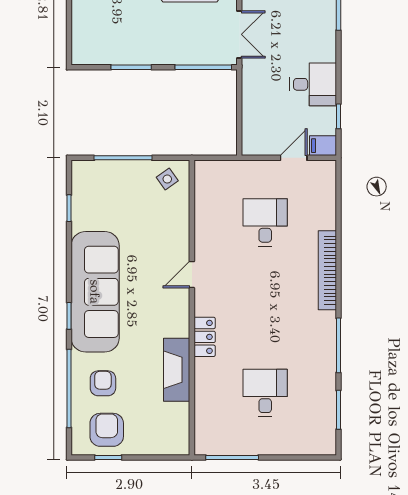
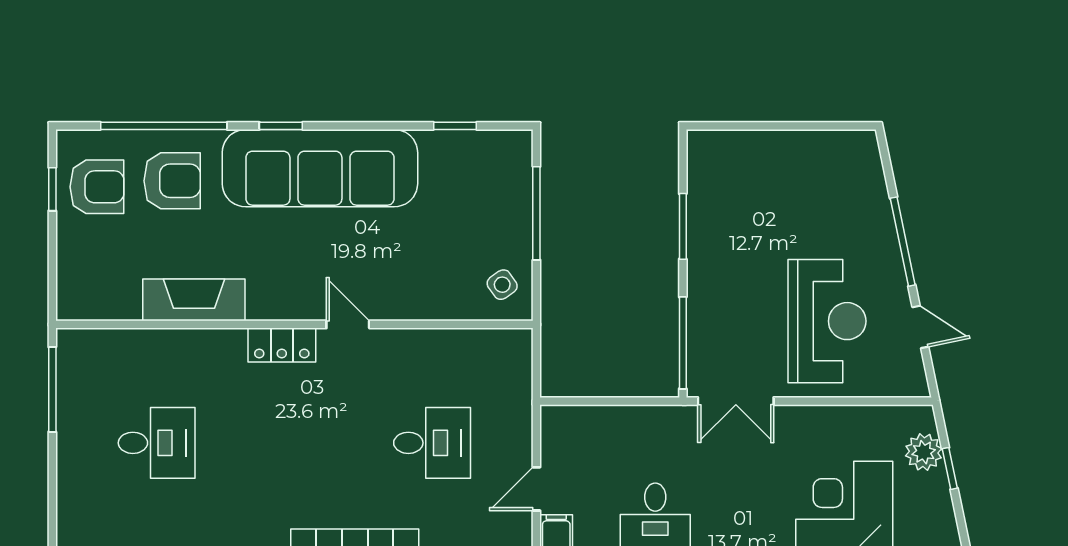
door: (294, 158) -> (536, 489), swing flipped
locker: (205, 337) -> (282, 345), moved
armchair: (103, 383) -> (172, 181), width x1.38, depth x1.38

